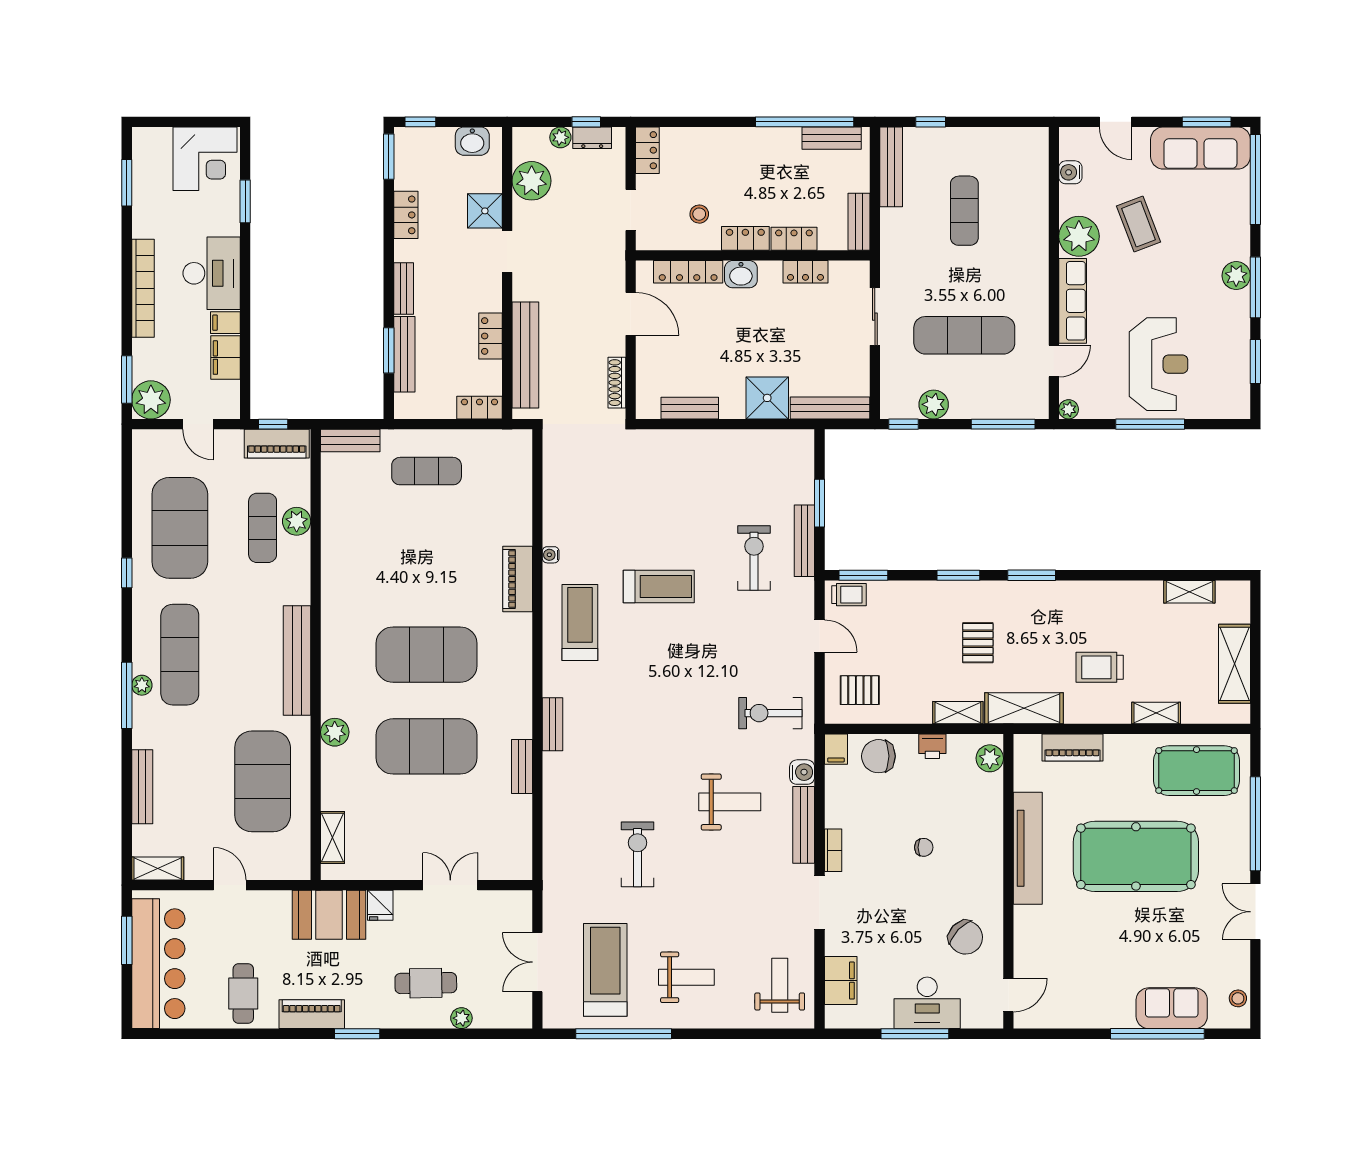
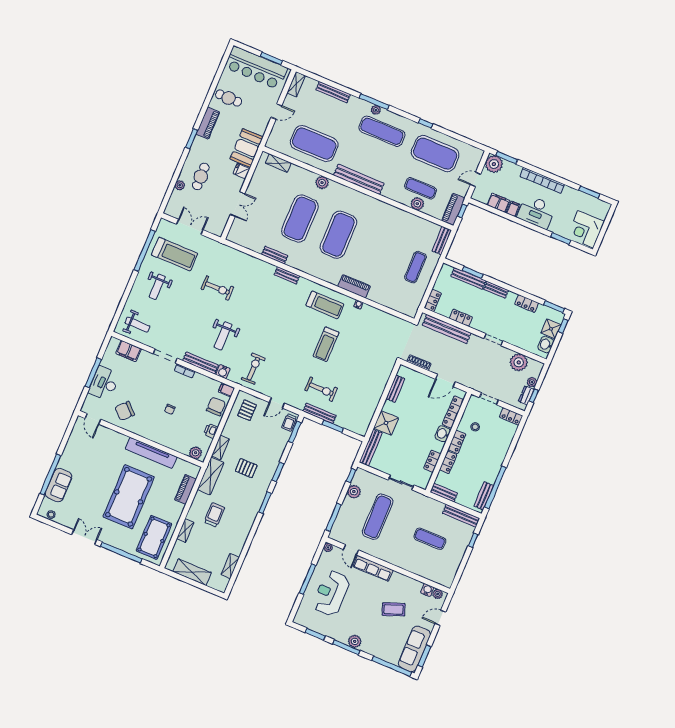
shower: (485, 211) -> (551, 329), moved
plant: (1079, 236) -> (438, 594), moved, width x0.53, depth x0.53
reception desk: (1159, 364) -> (331, 593), turned 90

